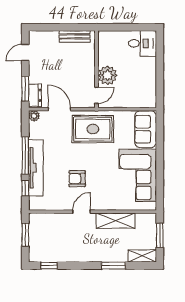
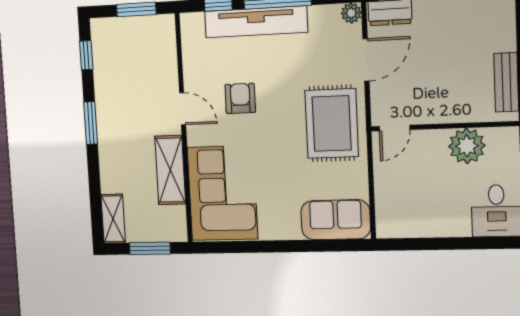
plant: (107, 75) -> (467, 146), moved
door: (97, 95) -> (395, 128), hinge flipped
corner sofa: (138, 175) -> (222, 193), moved, turned 90
window: (113, 266) -> (91, 123), moved

